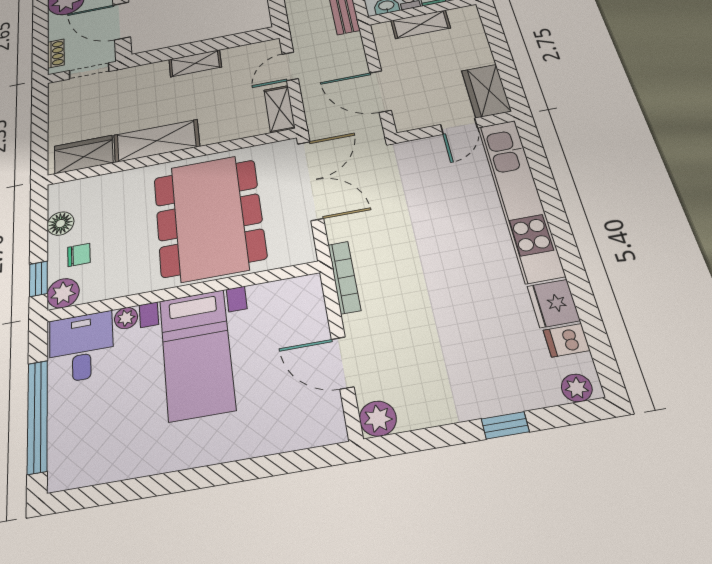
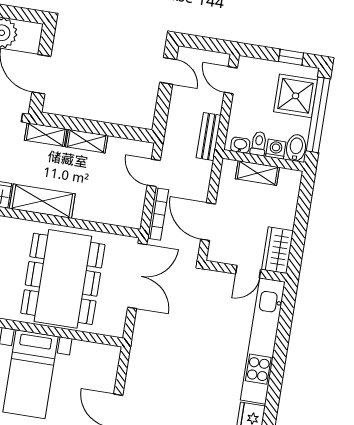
door: (290, 66) -> (154, 173), hinge flipped
shelving: (279, 109) -> (46, 135), moved, turned 90
bookcase: (344, 277) -> (158, 214), moved

